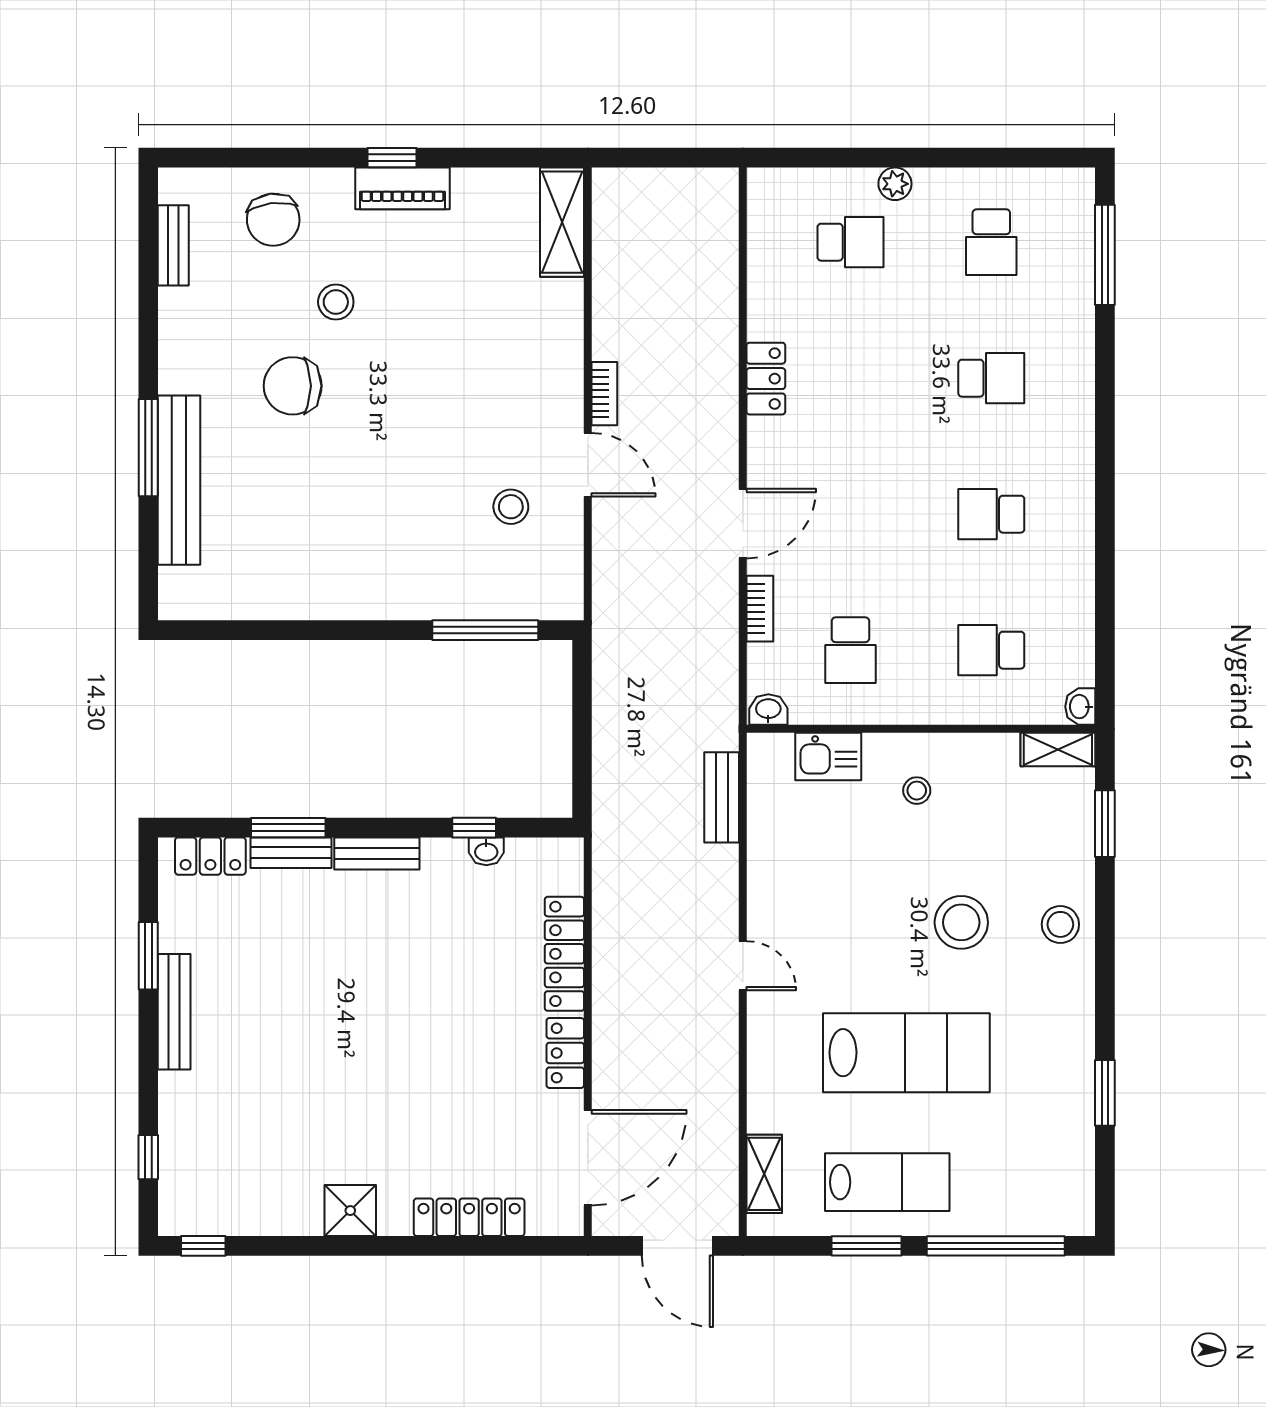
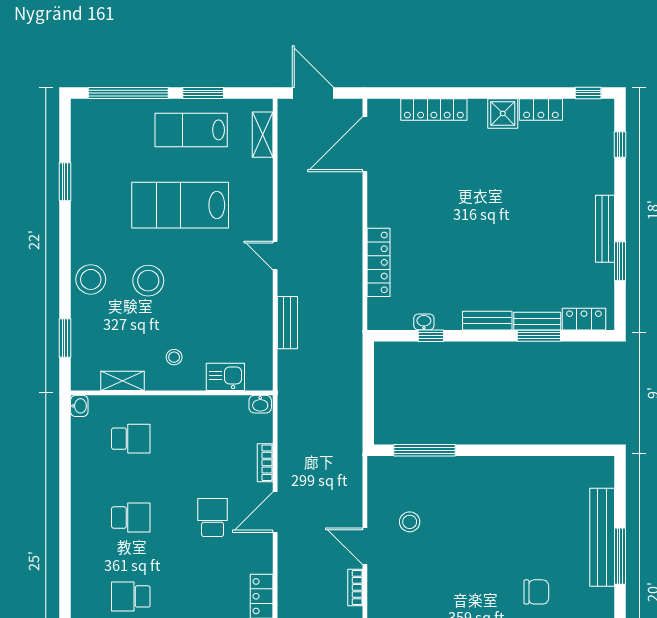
chair: (293, 386) -> (536, 592), width x0.73, depth x0.73
school desk: (850, 650) -> (213, 518), moved
shelving: (1058, 750) -> (123, 381), moved
bench: (722, 797) -> (287, 323), moved
stool: (1060, 924) -> (91, 279), width x1.38, depth x1.38
locker: (565, 1053) -> (541, 109), moved, turned 90

